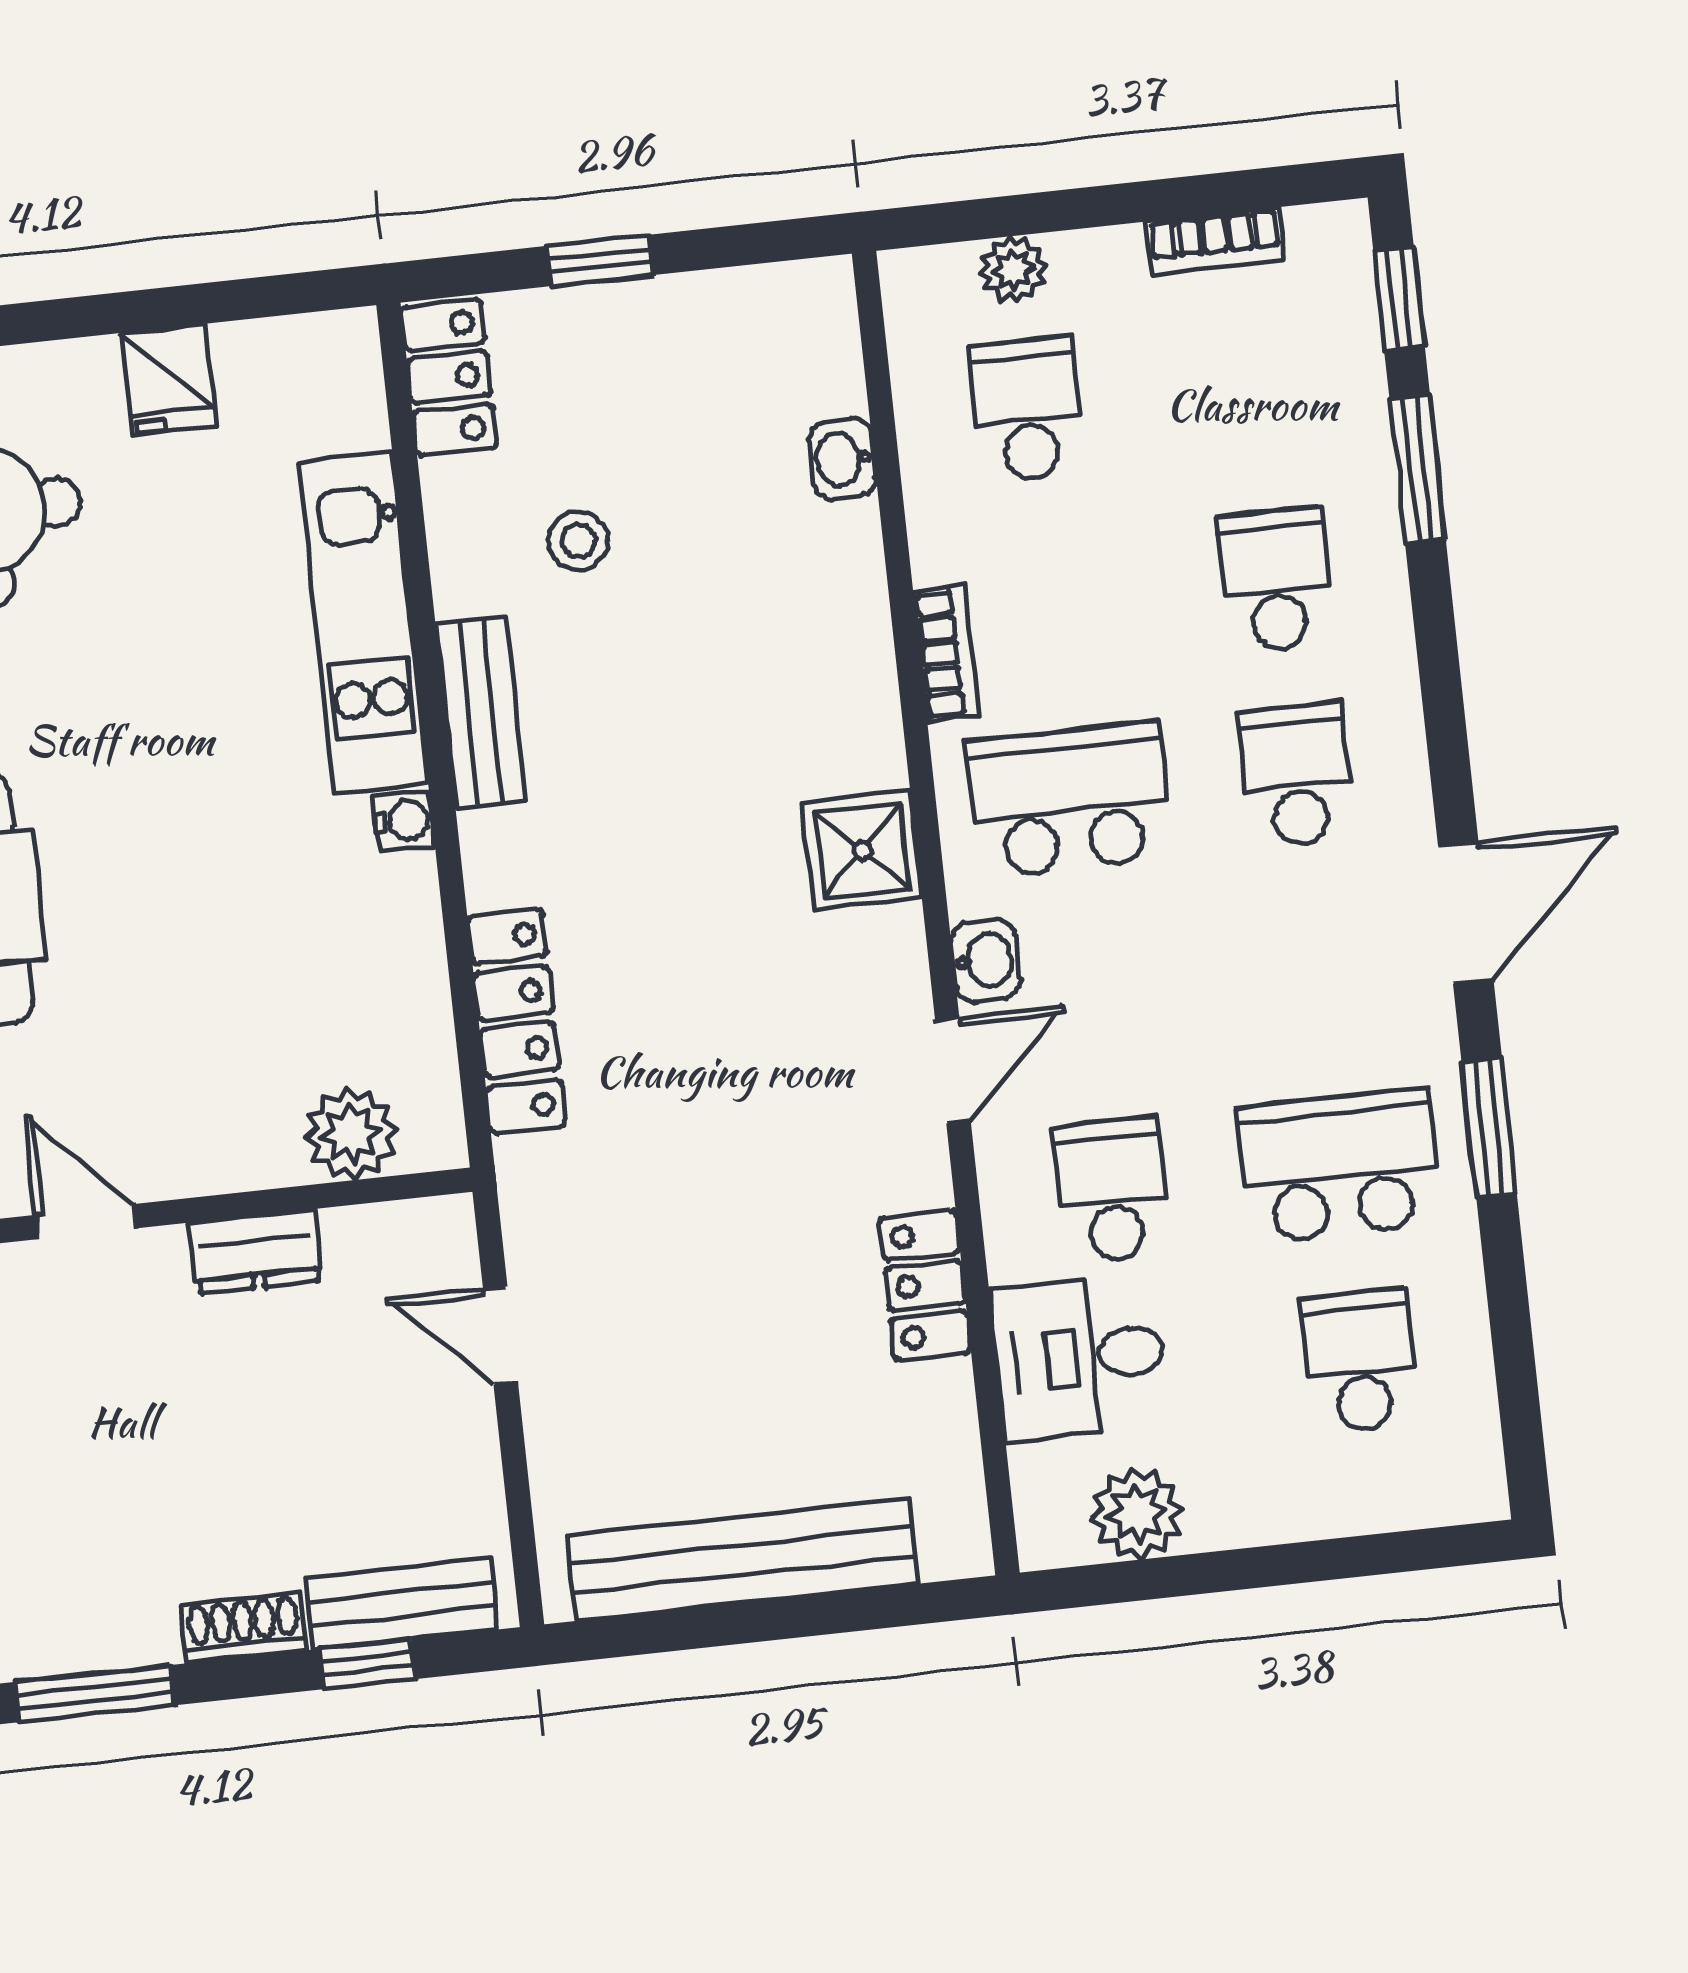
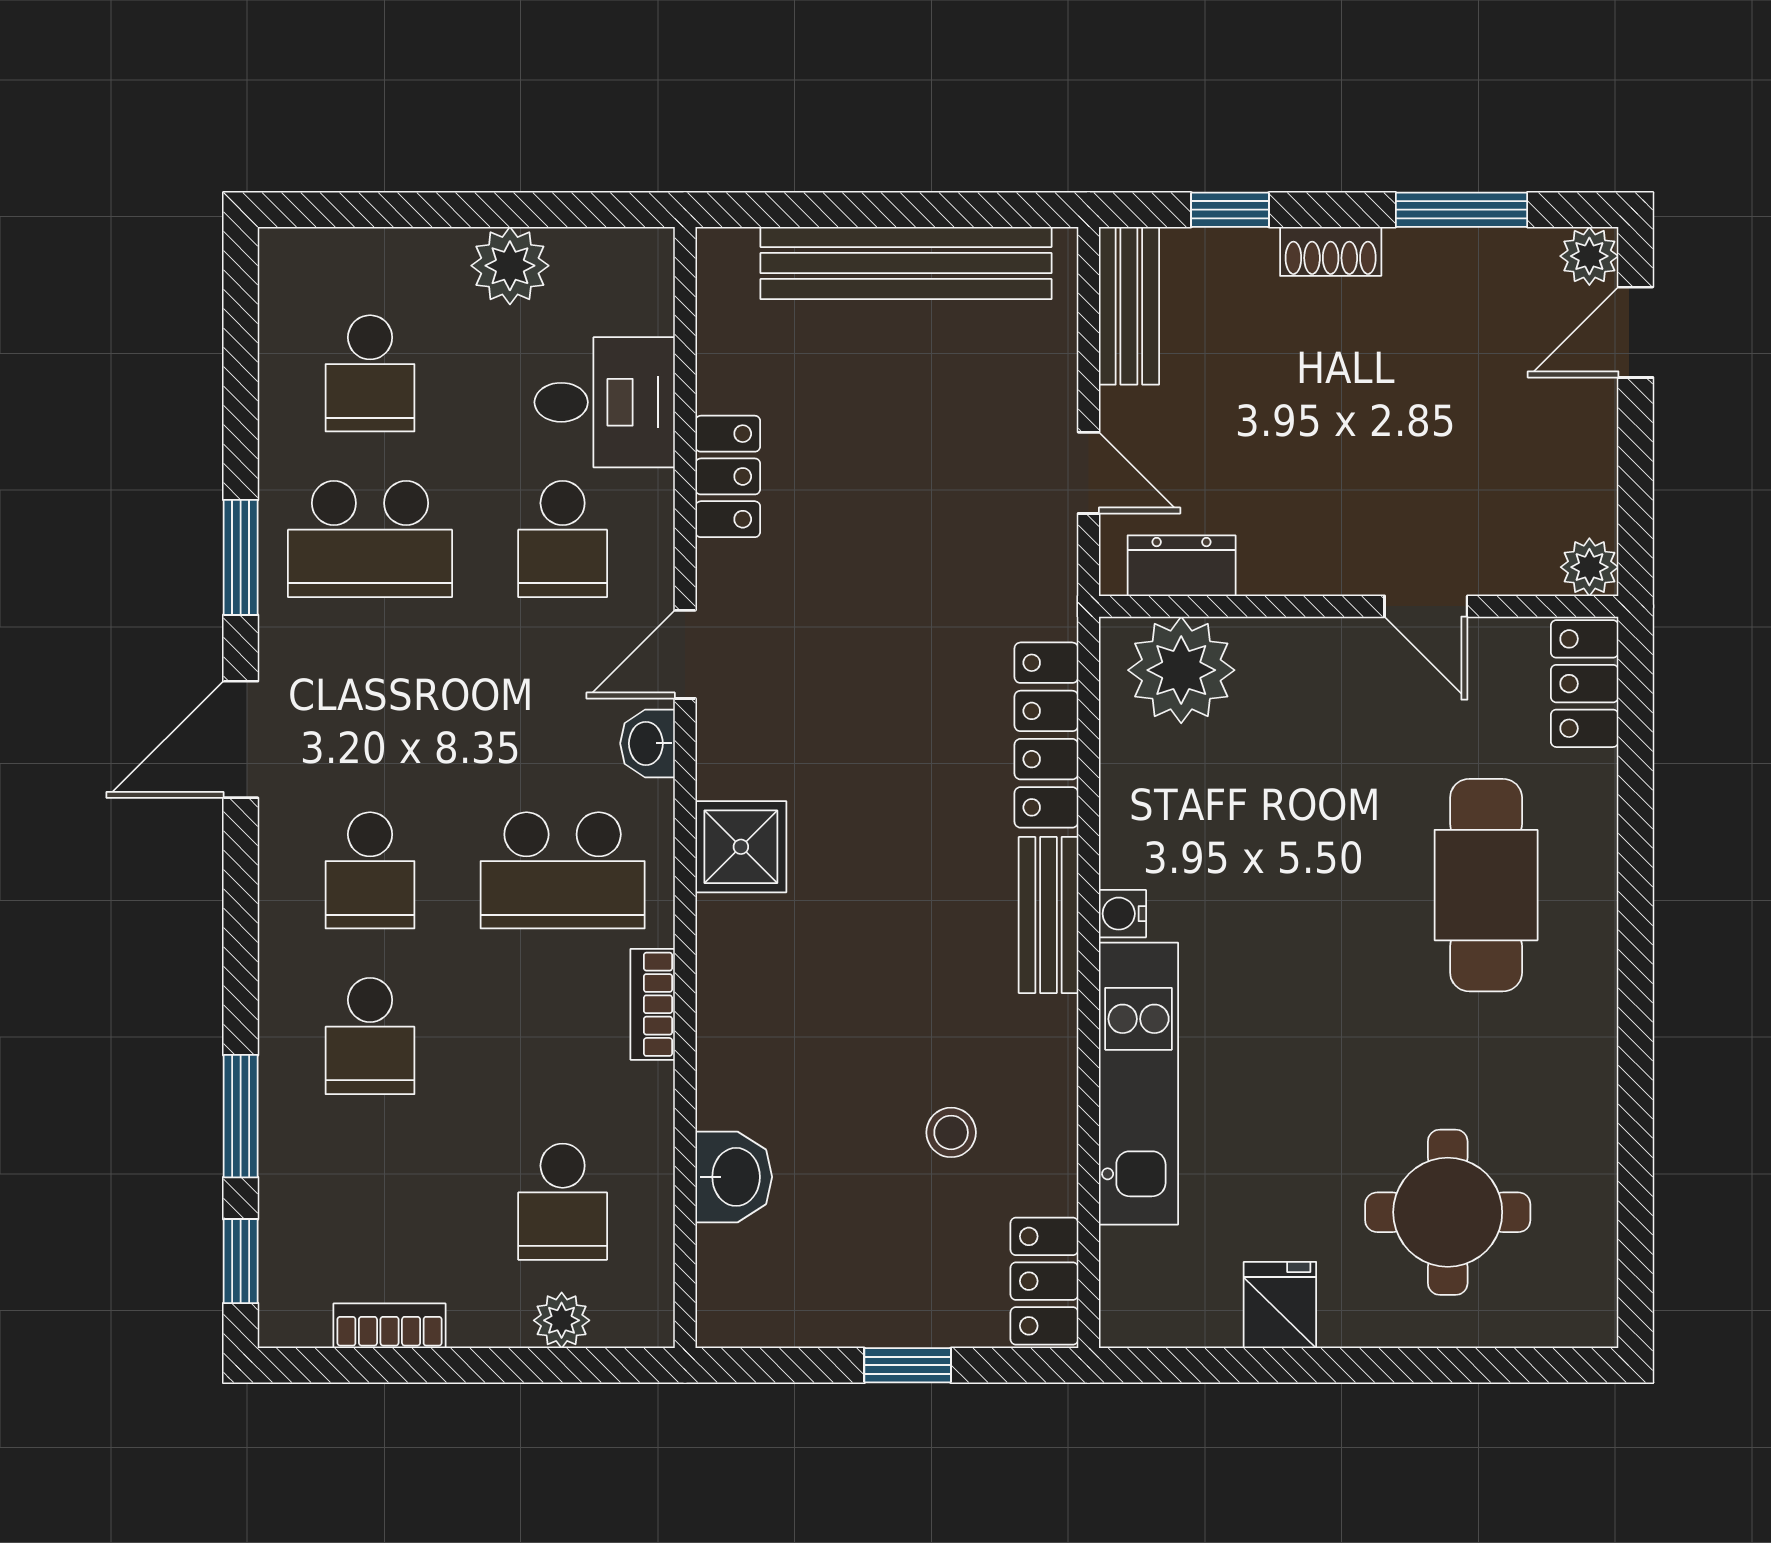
washbasin: (842, 459) -> (734, 1177), width x1.38, depth x1.45
bench: (481, 713) -> (1048, 915), moved
plant: (351, 1134) -> (1181, 670), width x1.36, depth x1.36
dresser: (256, 1252) -> (1182, 566), moved
plant: (1137, 1514) -> (510, 266), moved
bench: (402, 1604) -> (1129, 306), moved, turned 90

